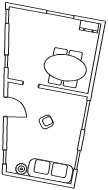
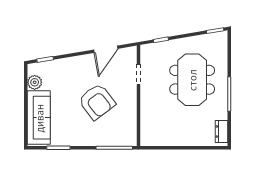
meeting table: (65, 68) -> (192, 80), moved
armchair: (46, 122) -> (97, 102), width x1.88, depth x1.88

